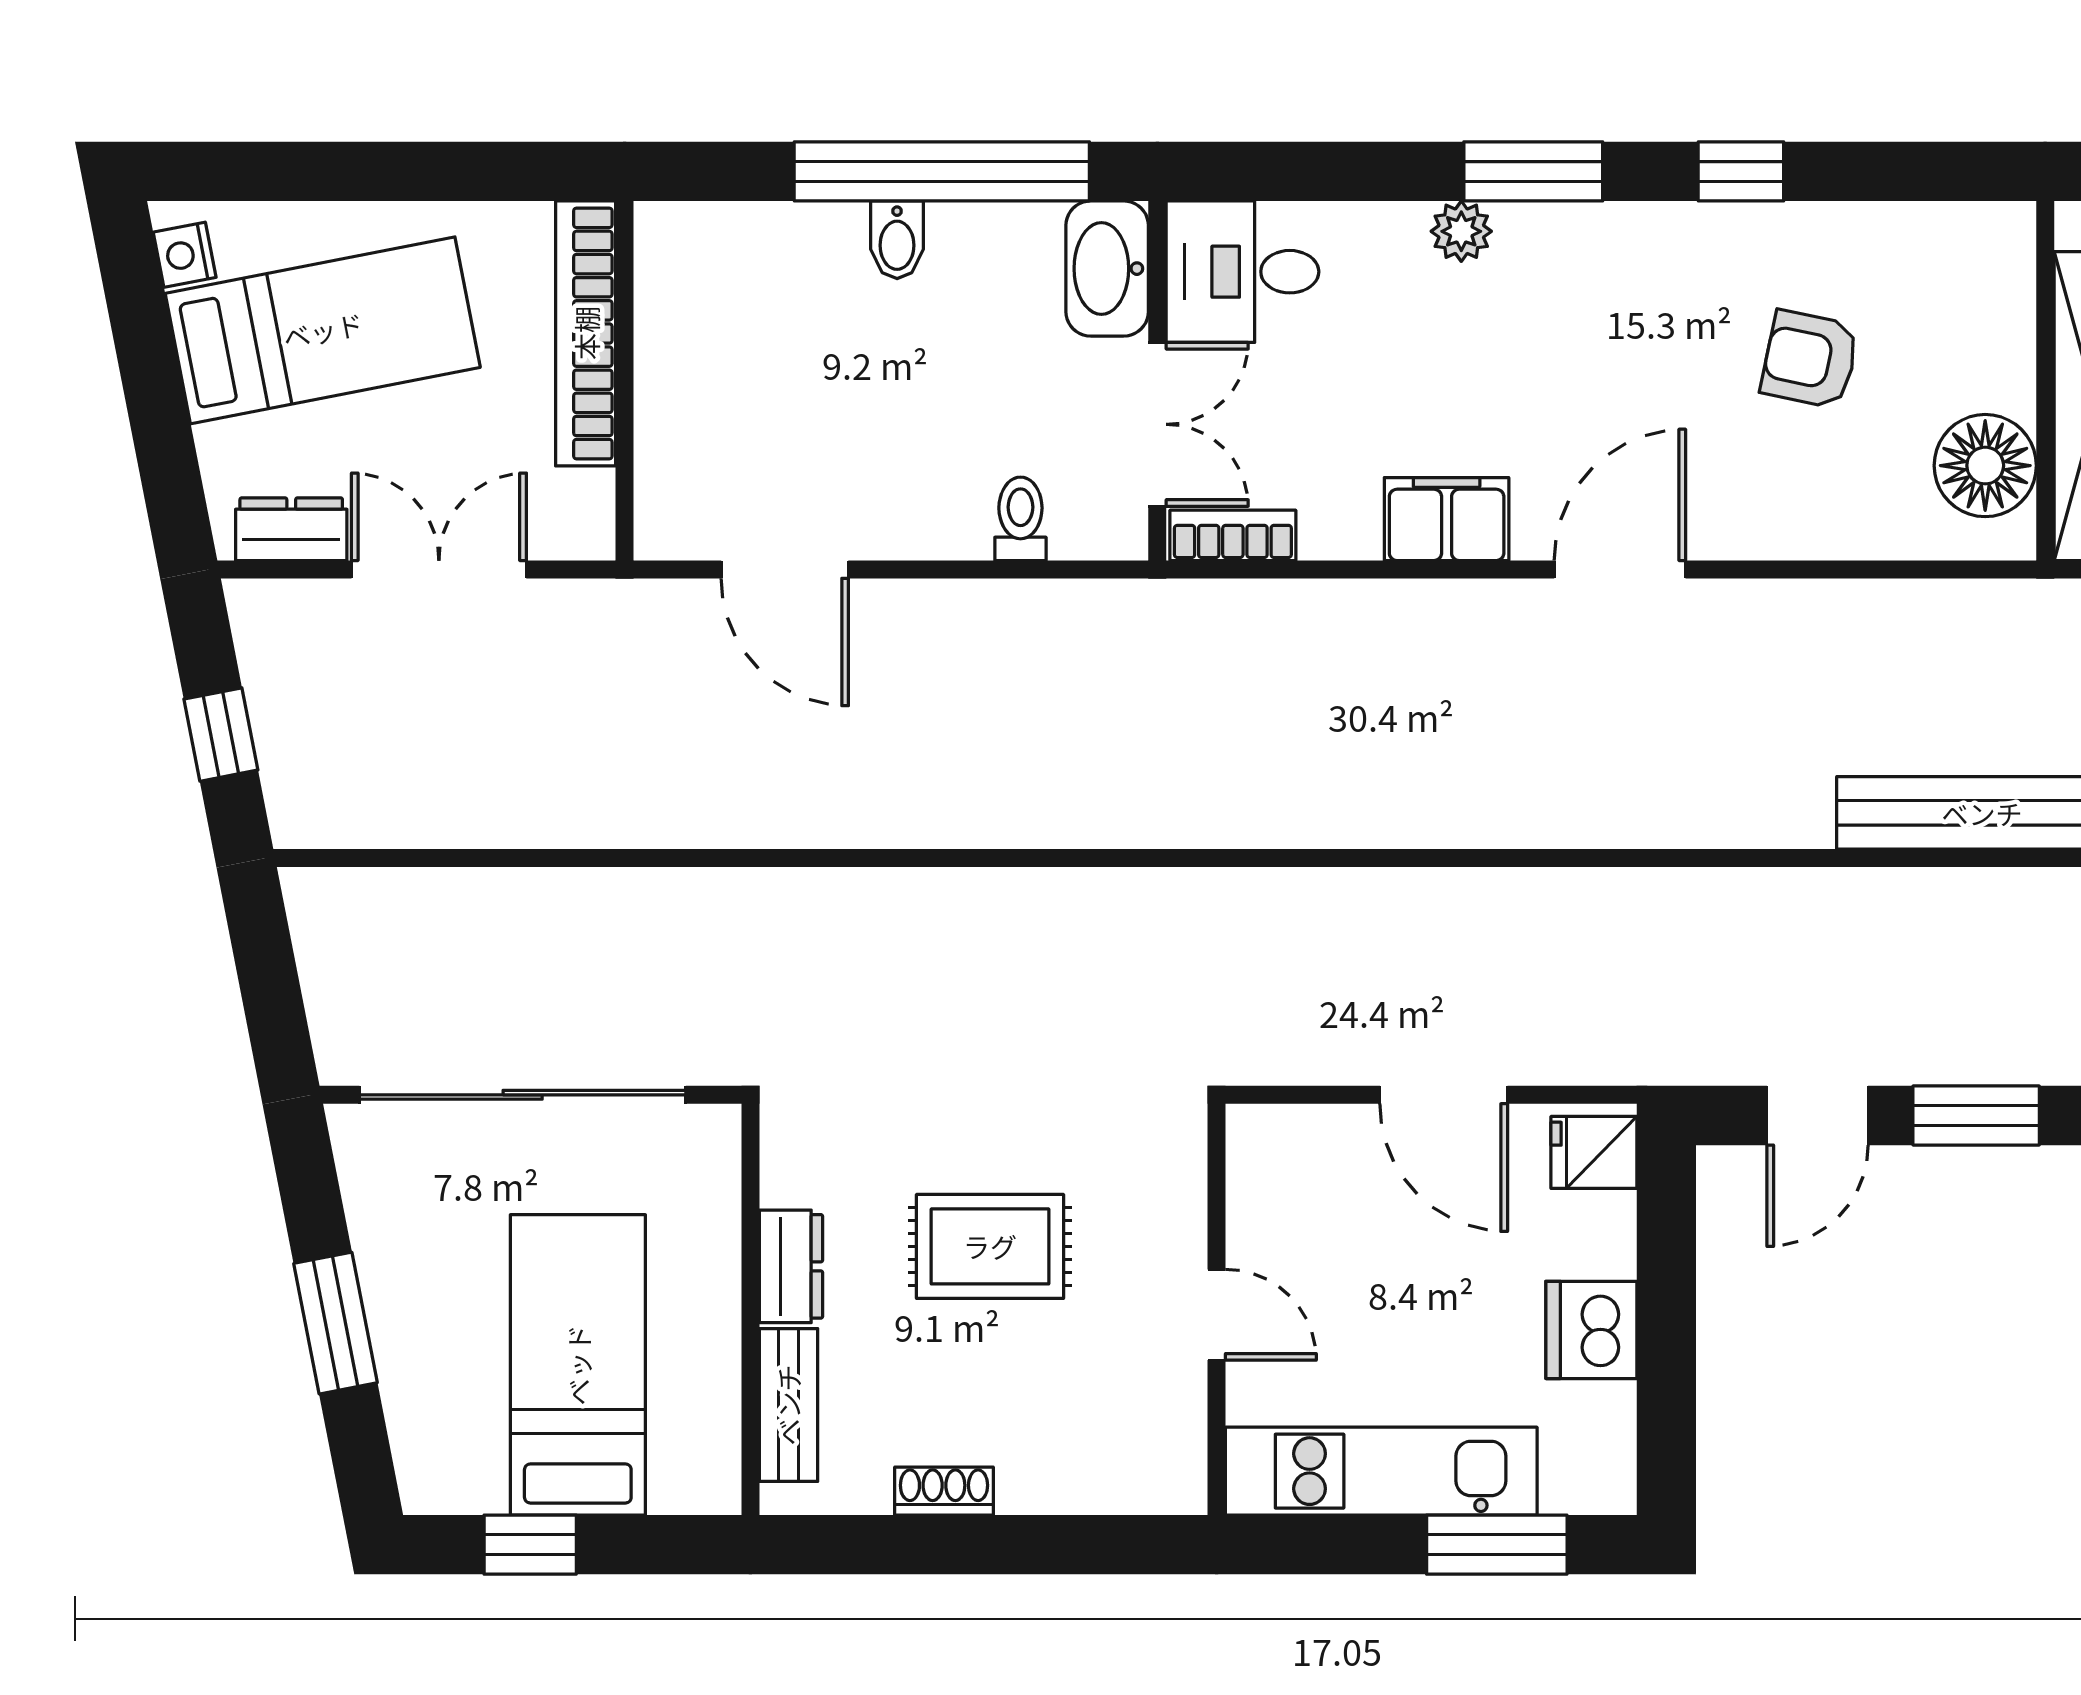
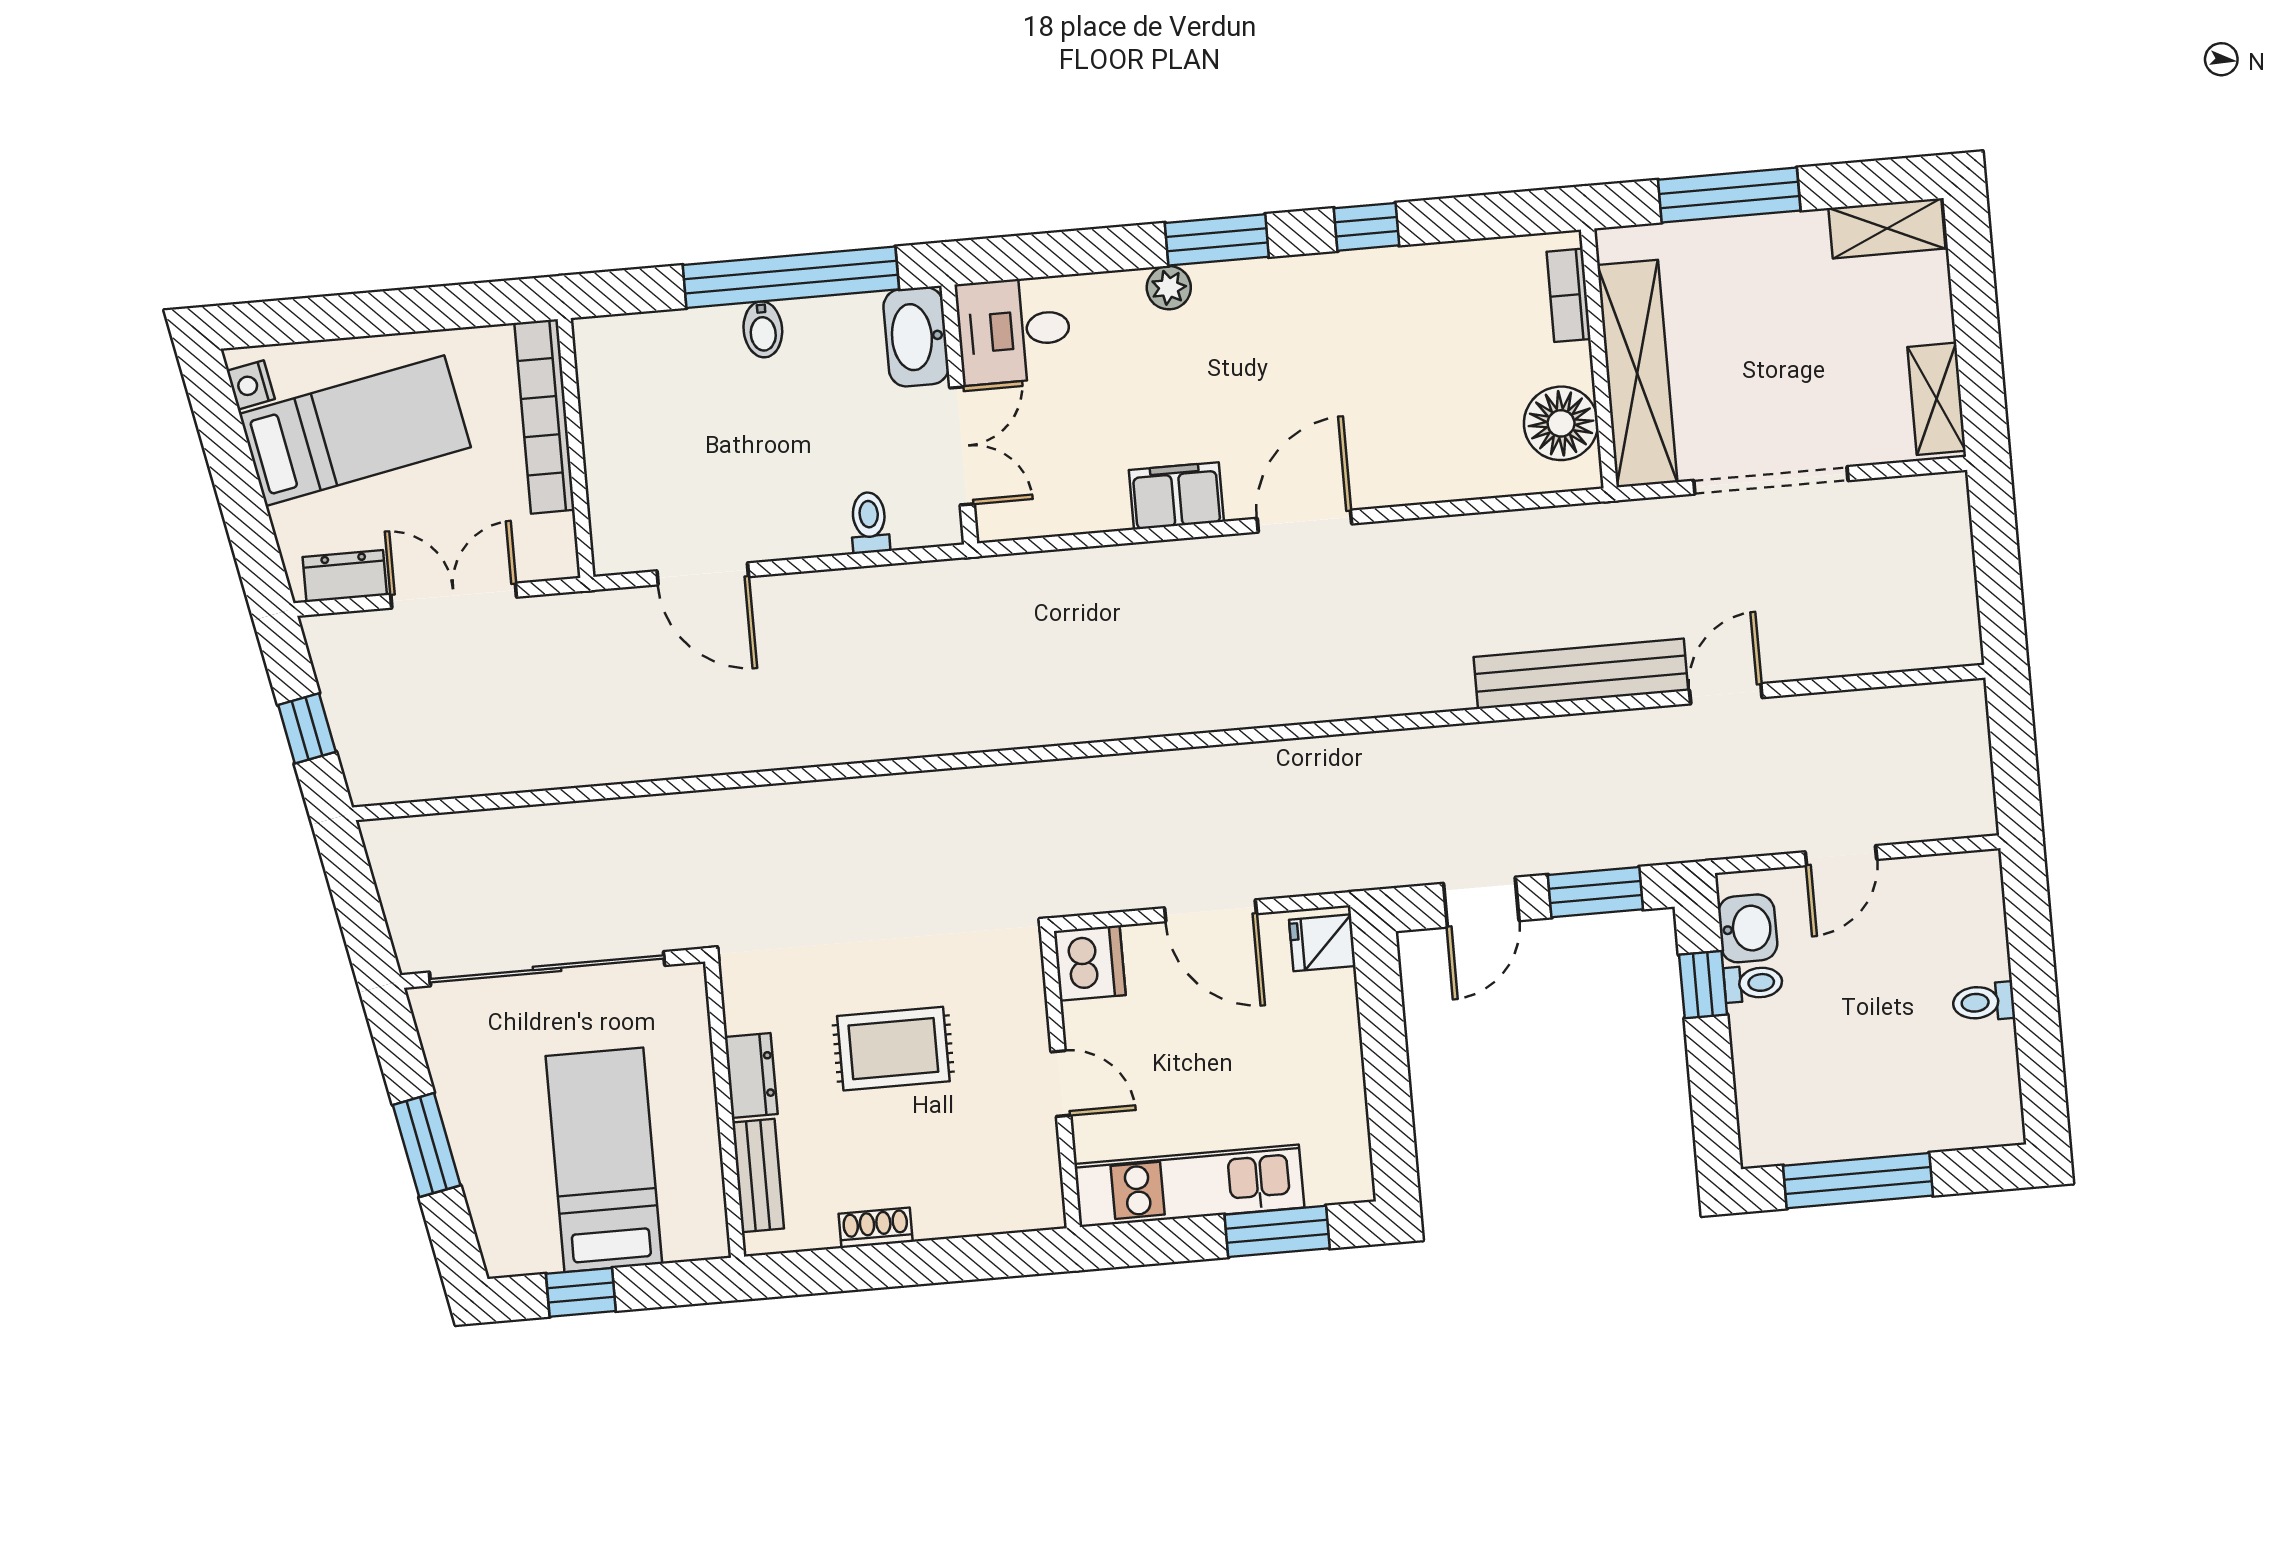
armchair: (1810, 359) -> (1428, 358), removed
bookcase: (1233, 535) -> (1569, 295), moved, turned -90
dishwasher: (1591, 1330) -> (1090, 963), moved, turned 180

